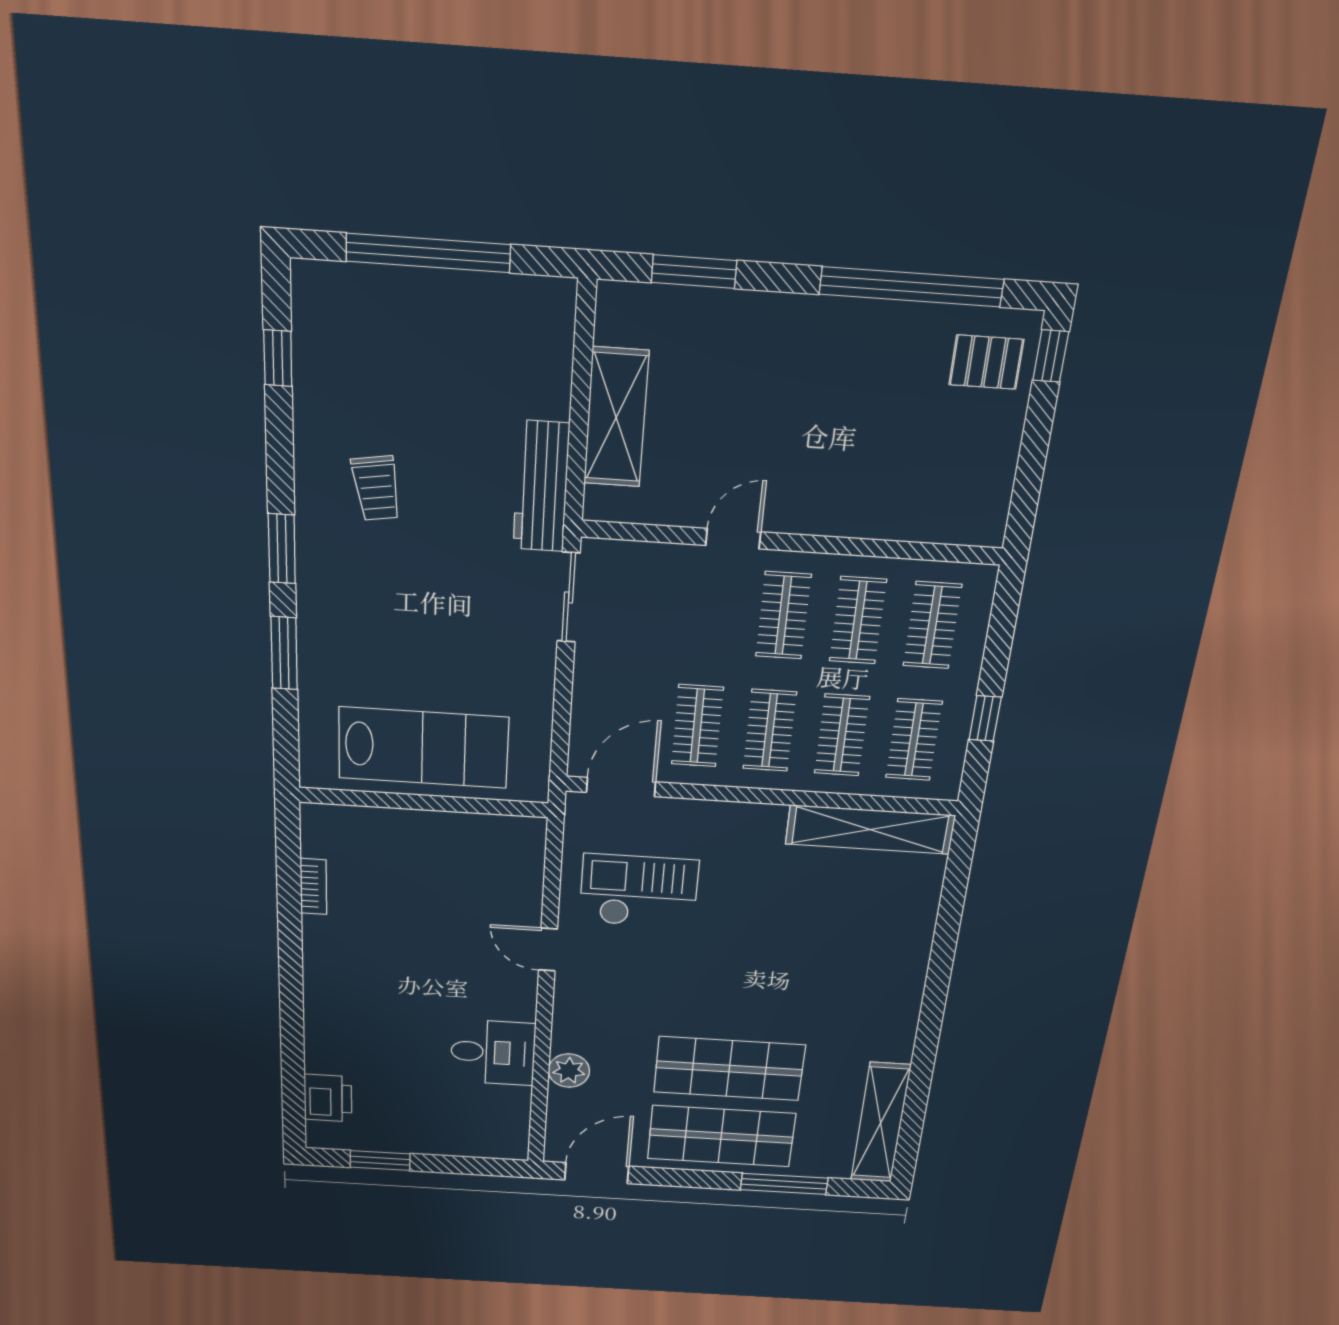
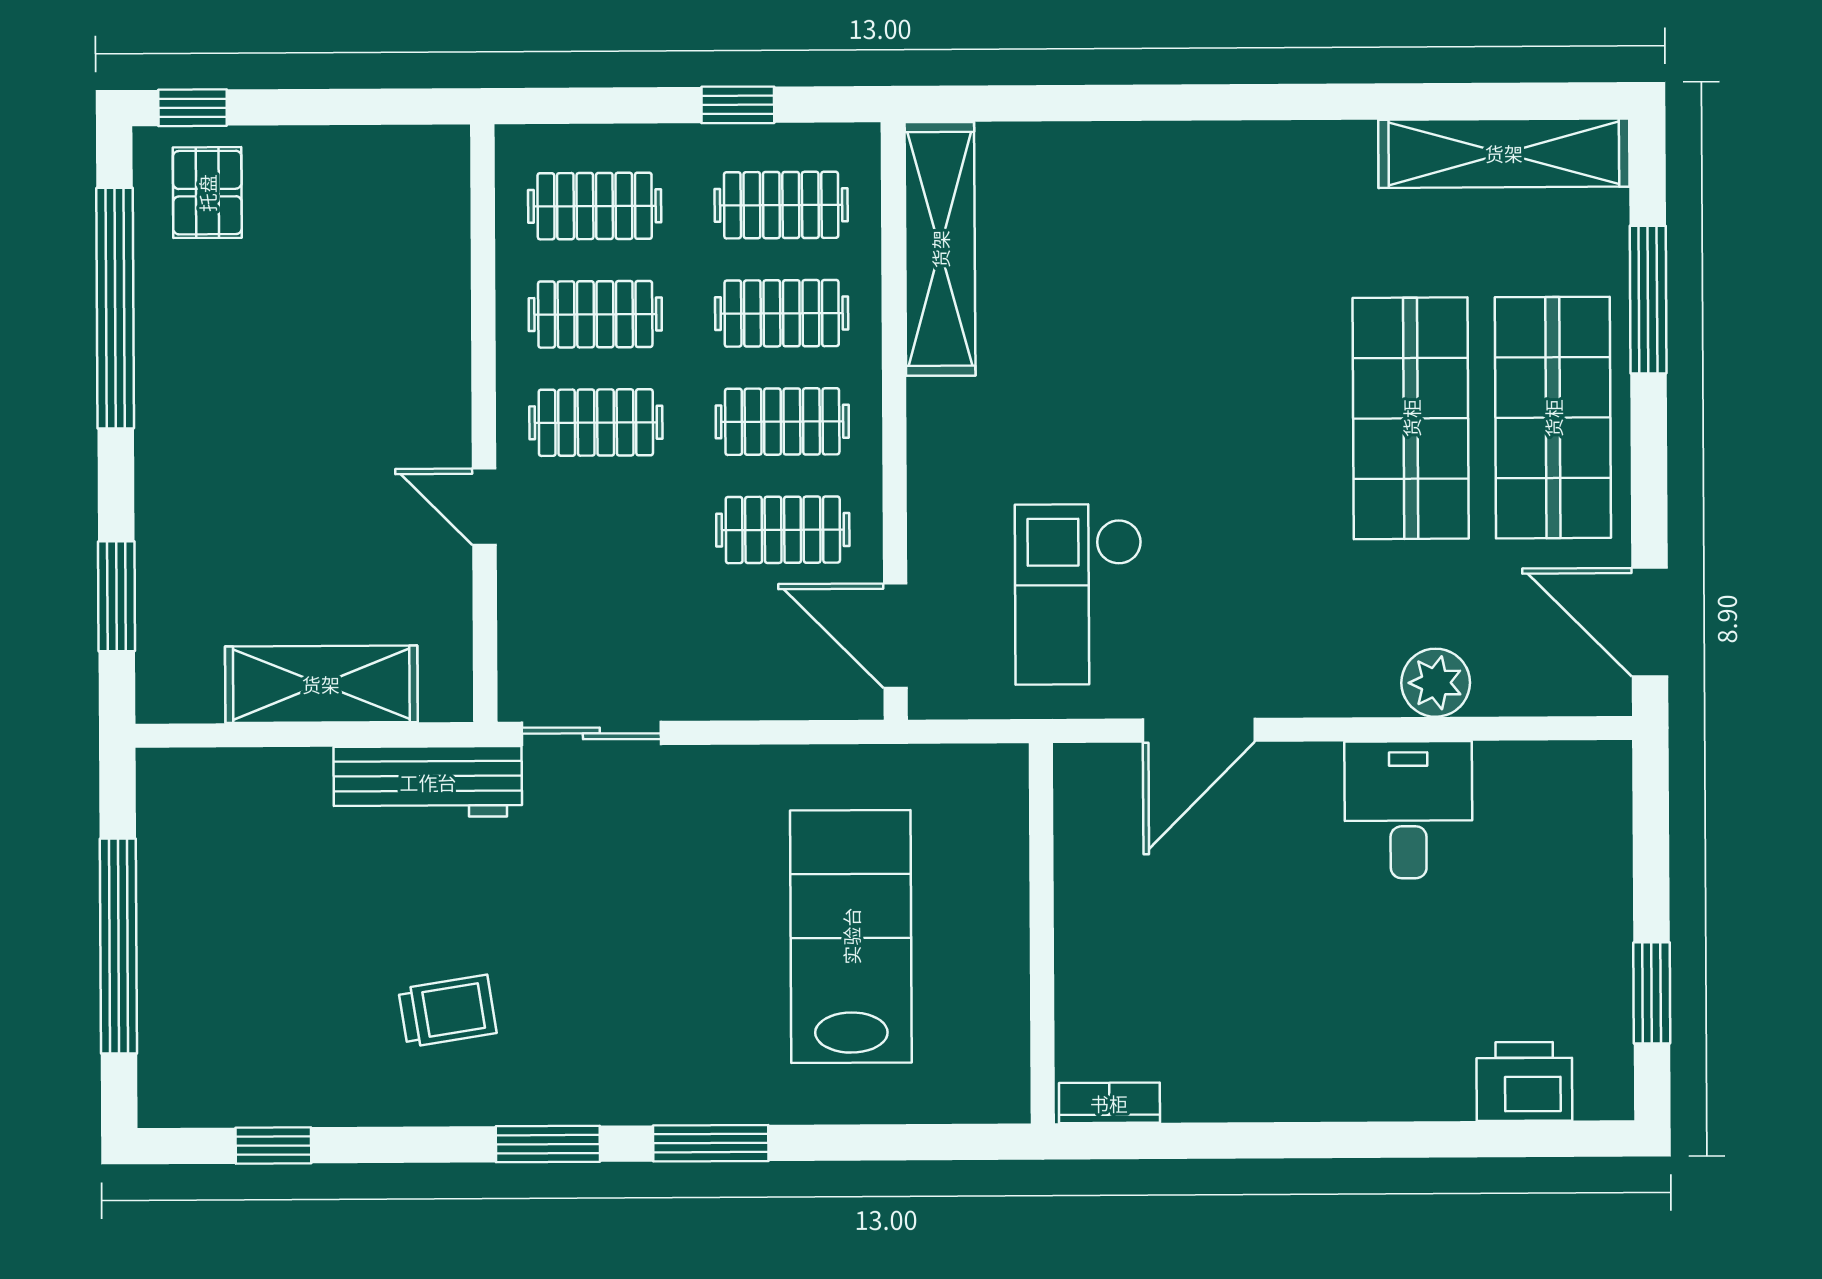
wall: (424, 802) -> (1042, 933), moved
door: (548, 950) -> (1199, 730), width x1.38

